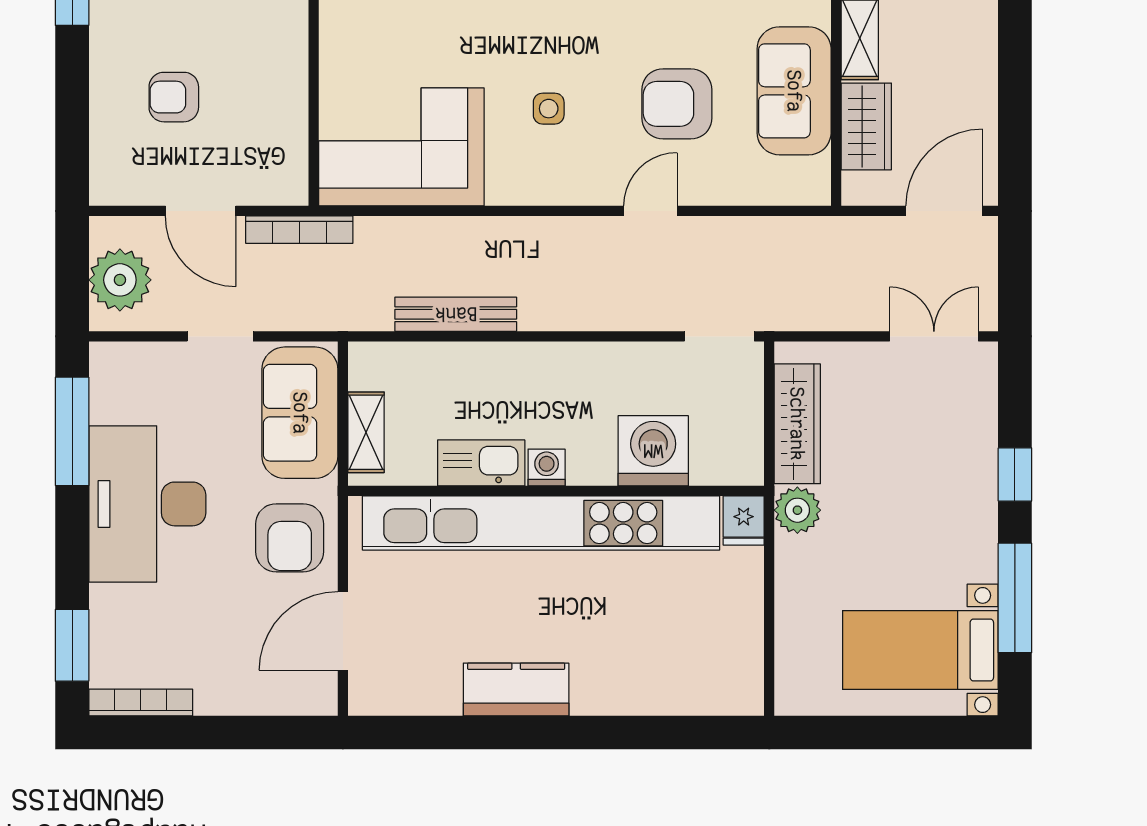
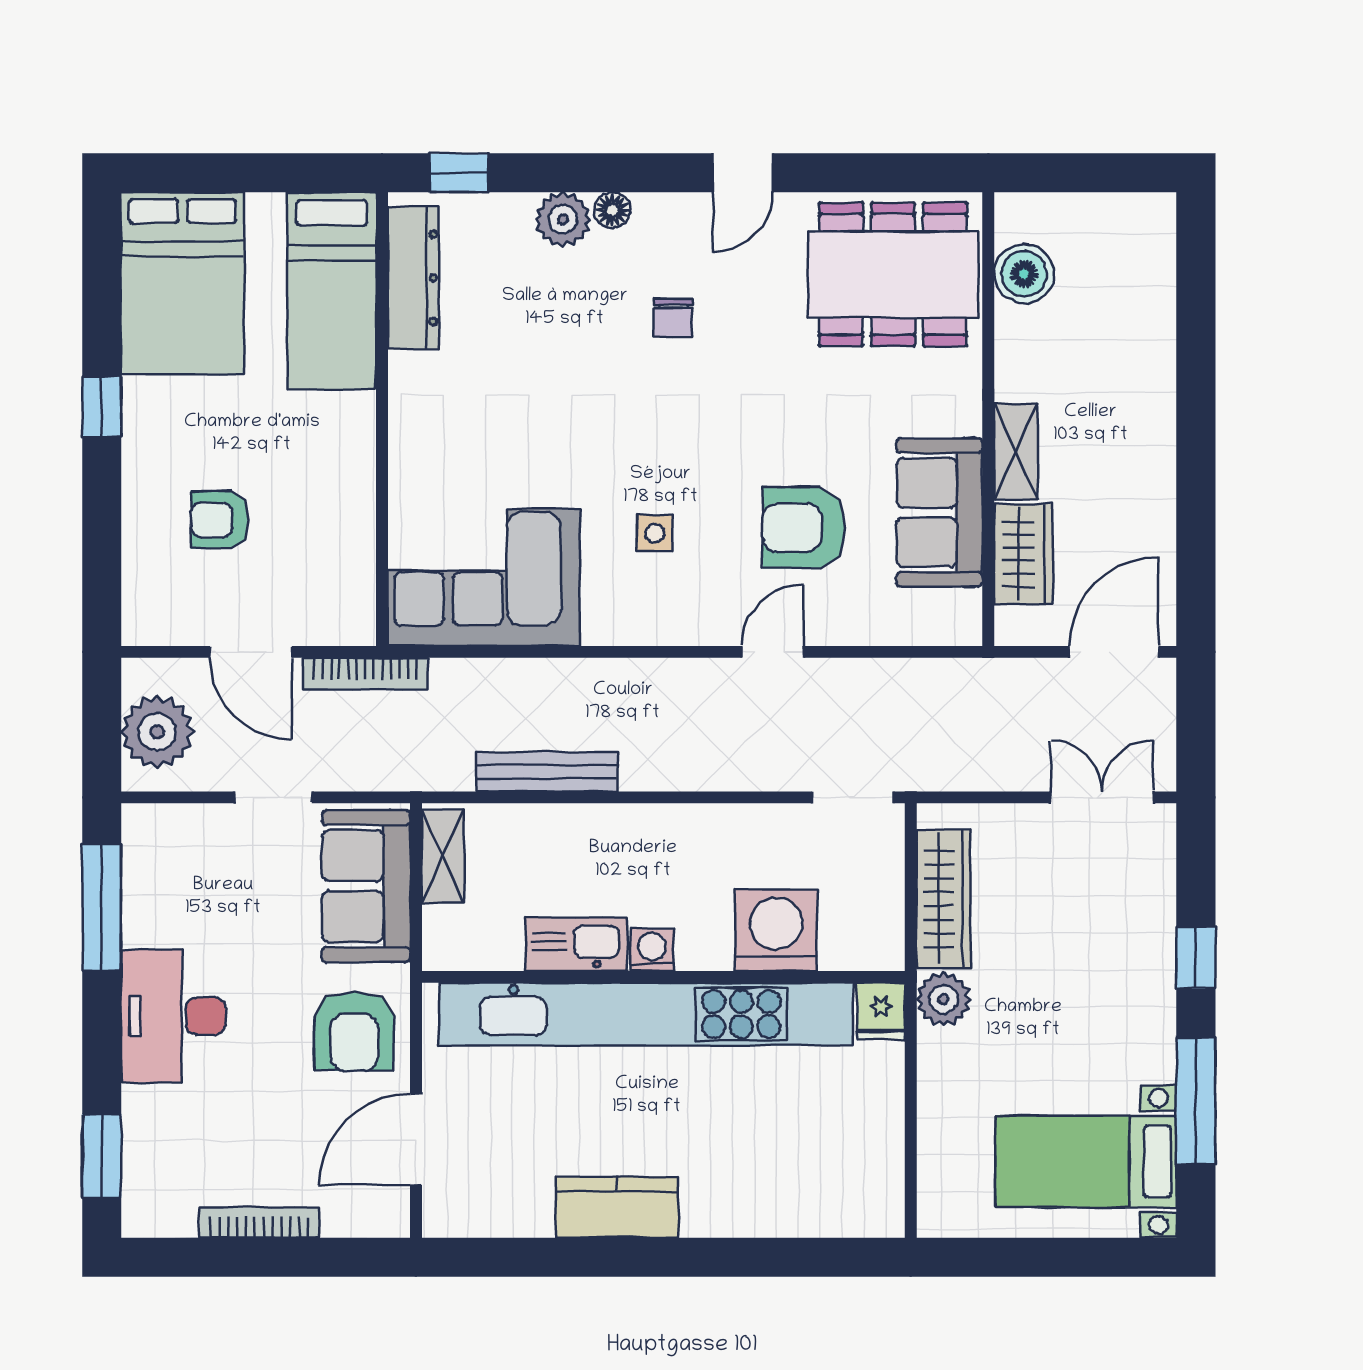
shelving: (366, 432) -> (443, 856), moved
desk: (147, 504) -> (173, 1016), width x0.73, depth x0.77
bookcase: (141, 702) -> (260, 1222), moved

